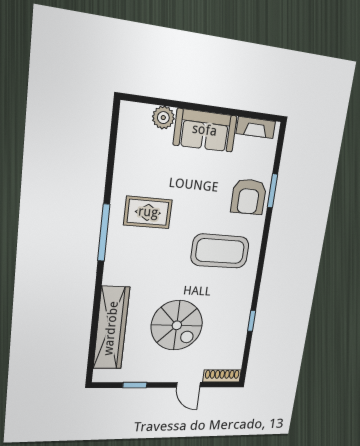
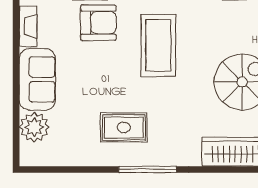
plant: (163, 118) -> (34, 127), width x1.36, depth x1.36
rug: (148, 212) -> (124, 127), turned 90

